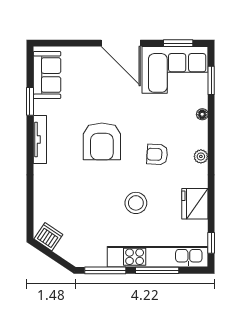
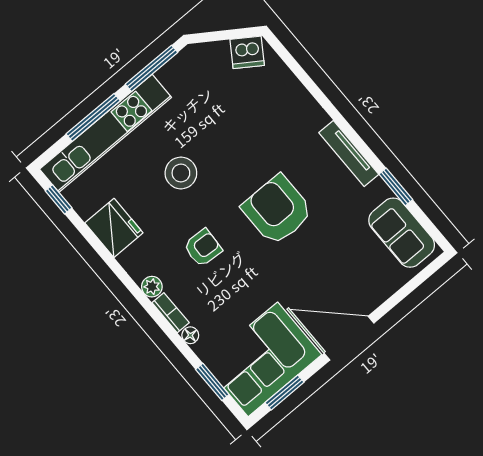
bookcase: (203, 135) -> (171, 313), added

